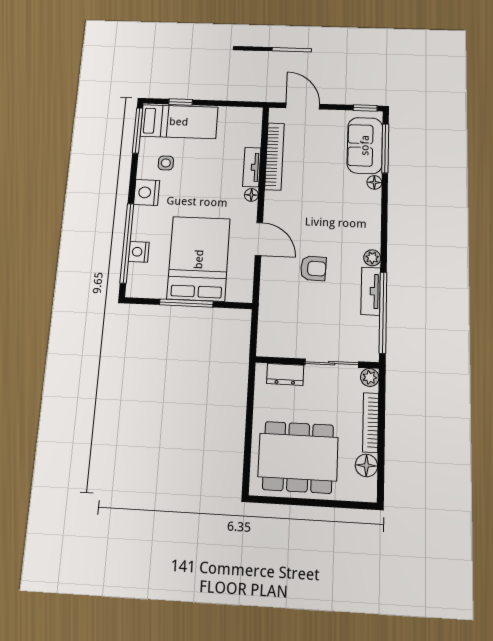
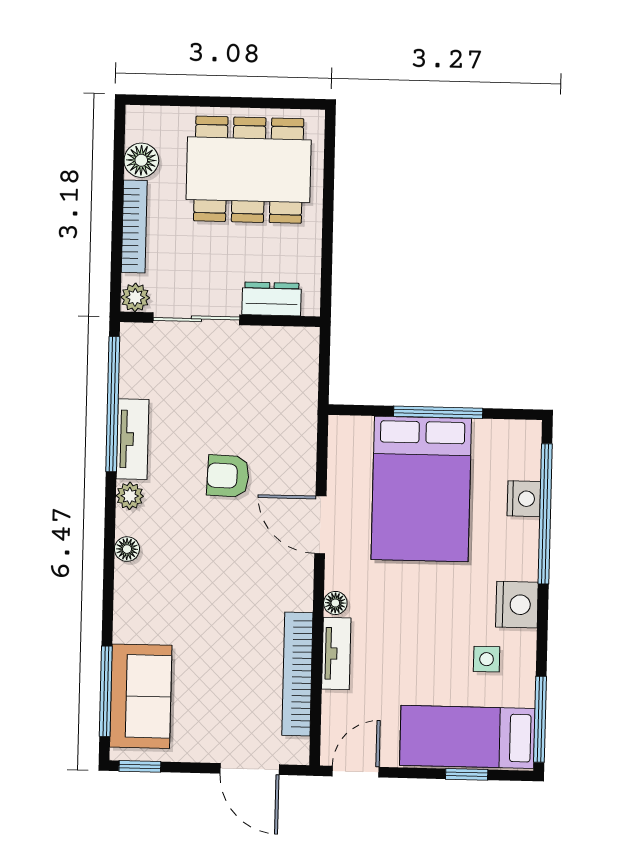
door: (243, 104) -> (356, 772), added
floor lamp: (374, 182) -> (127, 549), moved

